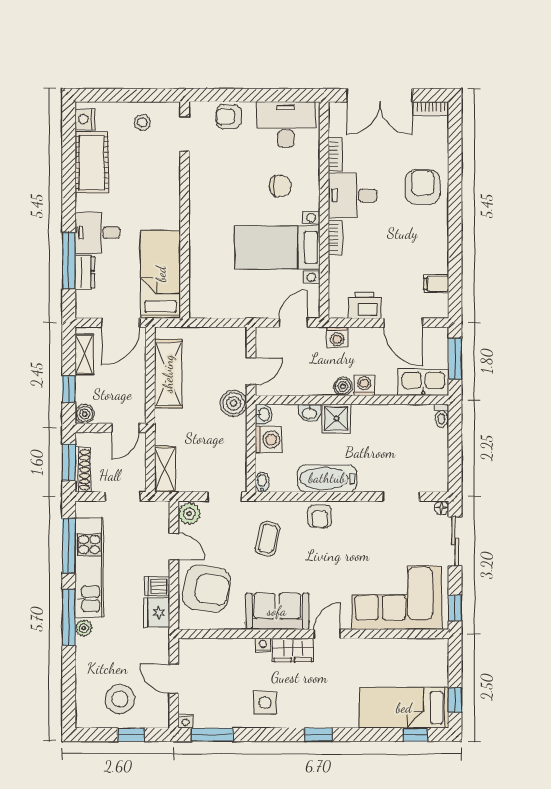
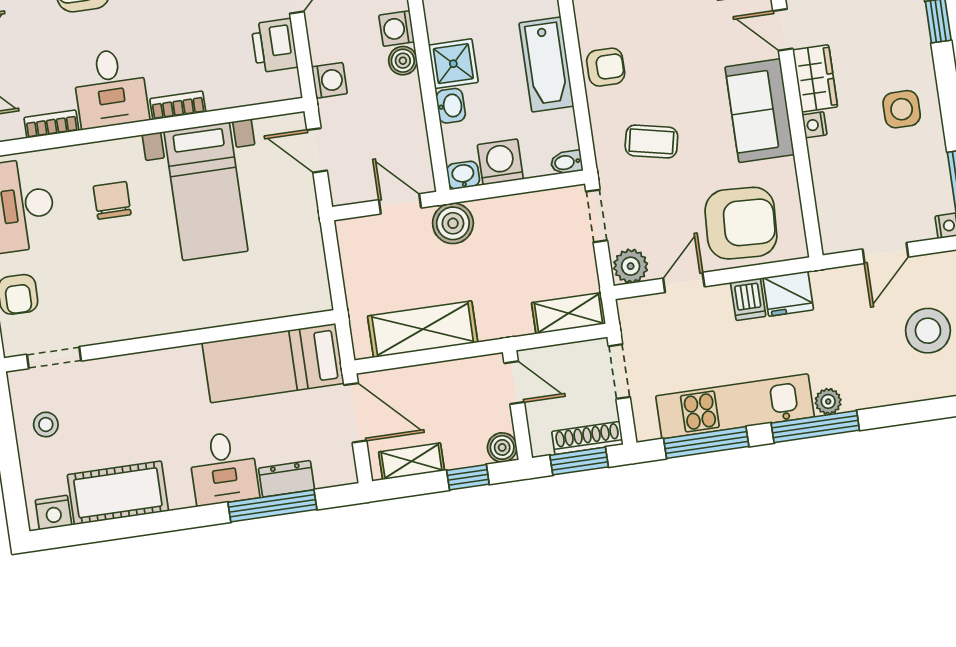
armchair: (207, 589) -> (741, 223), turned 84

